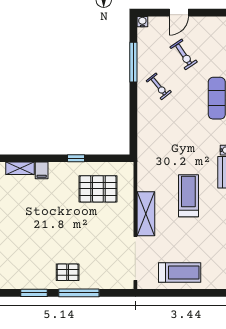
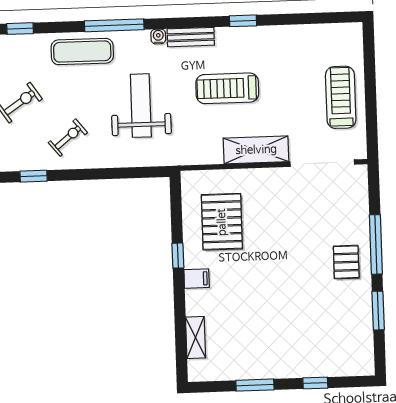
window: (133, 62) -> (34, 176), width x0.46
weight bench: (179, 137) -> (141, 106), added
filing cabinet: (42, 170) -> (197, 279), moved

